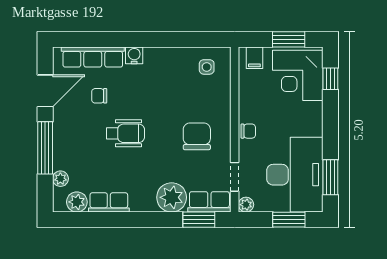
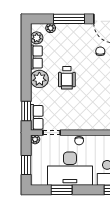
wheelchair: (125, 133) -> (67, 78), moved
chair: (197, 136) -> (76, 110), removed
desk: (295, 175) -> (70, 169), moved
window: (330, 177) -> (62, 190), moved
plant: (172, 197) -> (39, 79), moved

